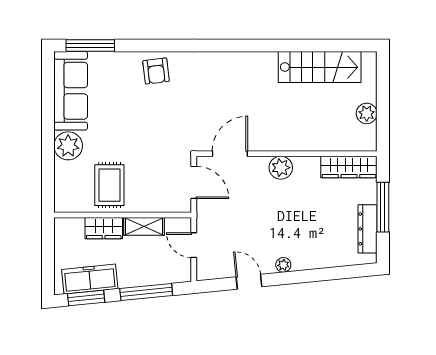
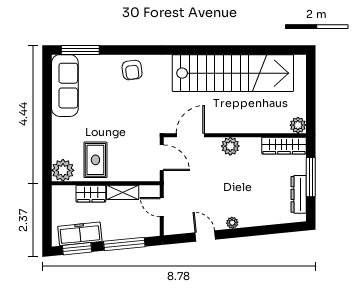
stairs: (320, 67) -> (233, 73), width x1.86, depth x1.51
plant: (367, 113) -> (298, 125), moved
plant: (68, 146) -> (63, 170), moved

